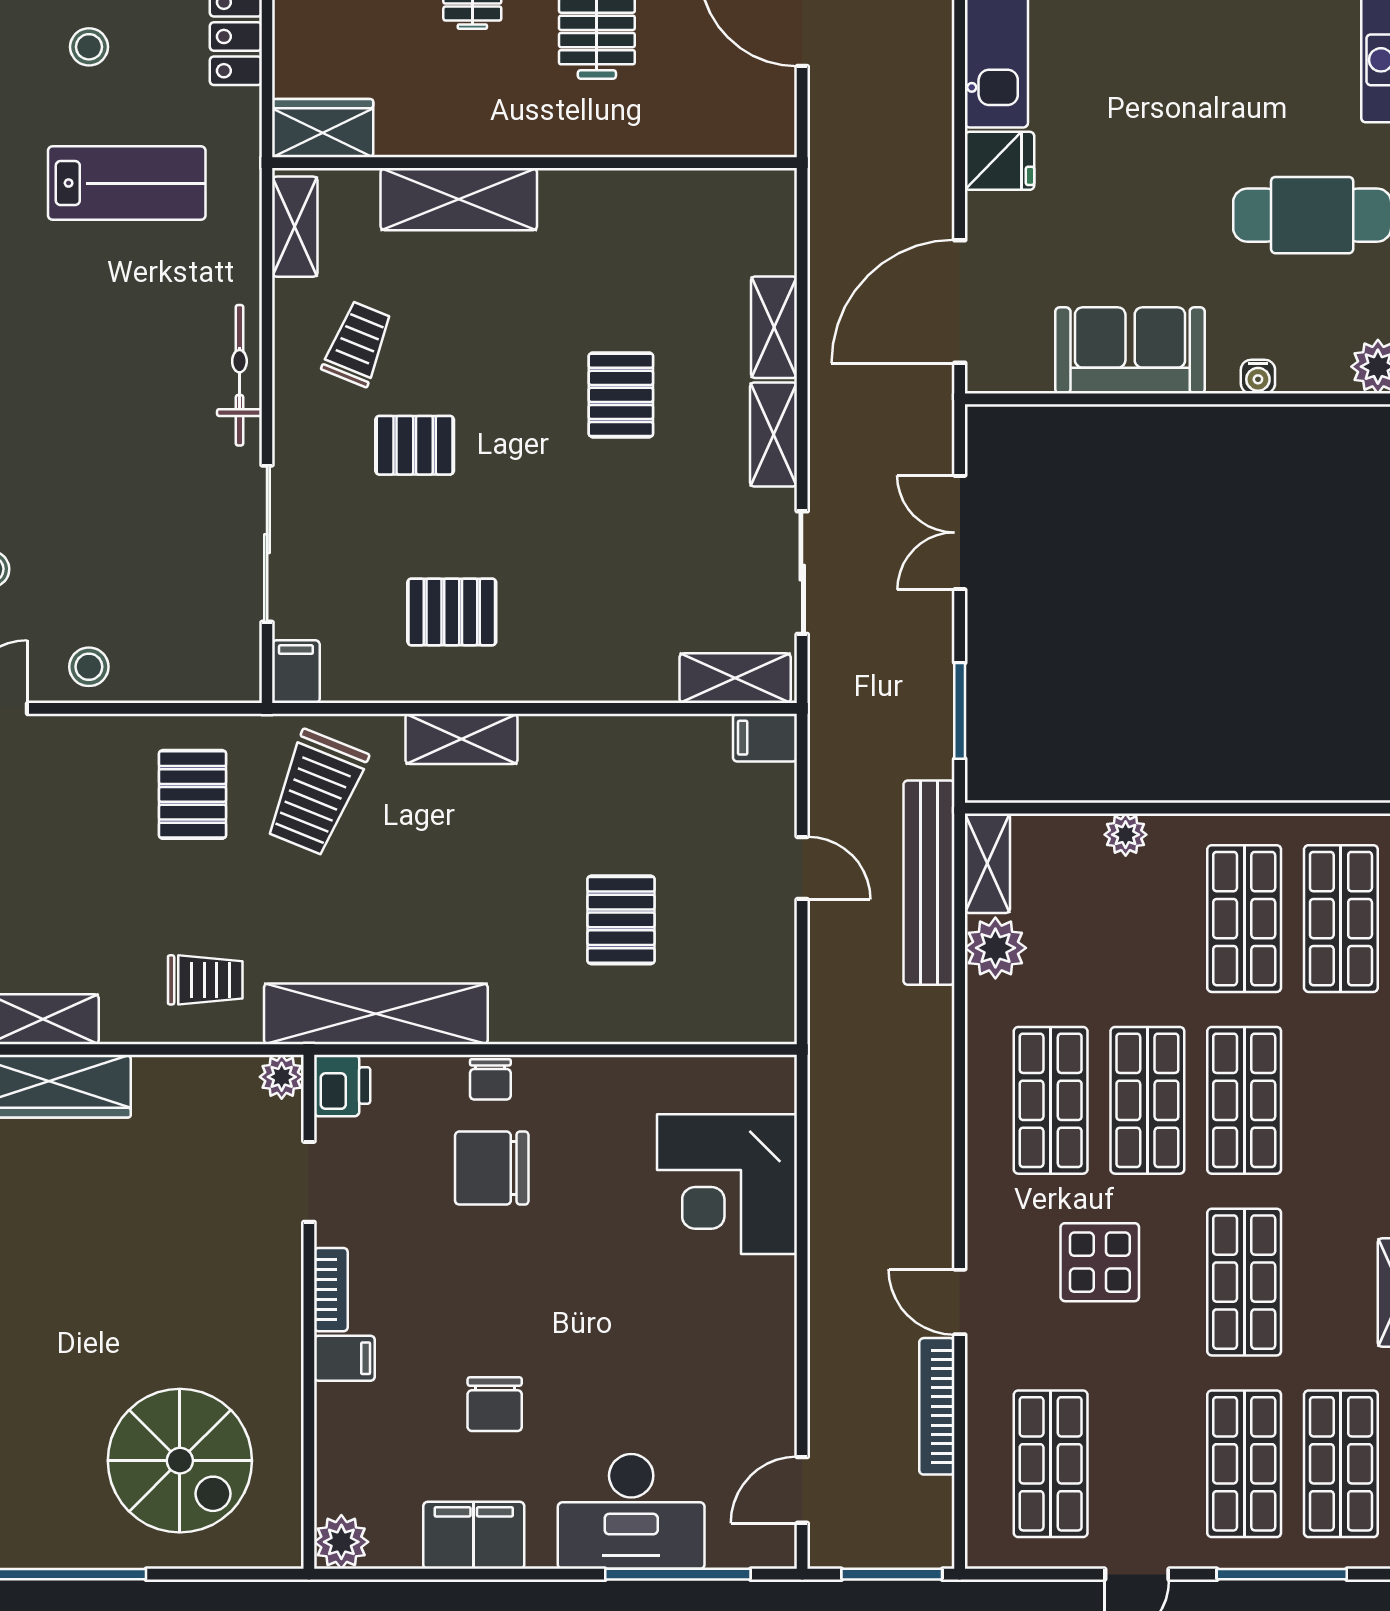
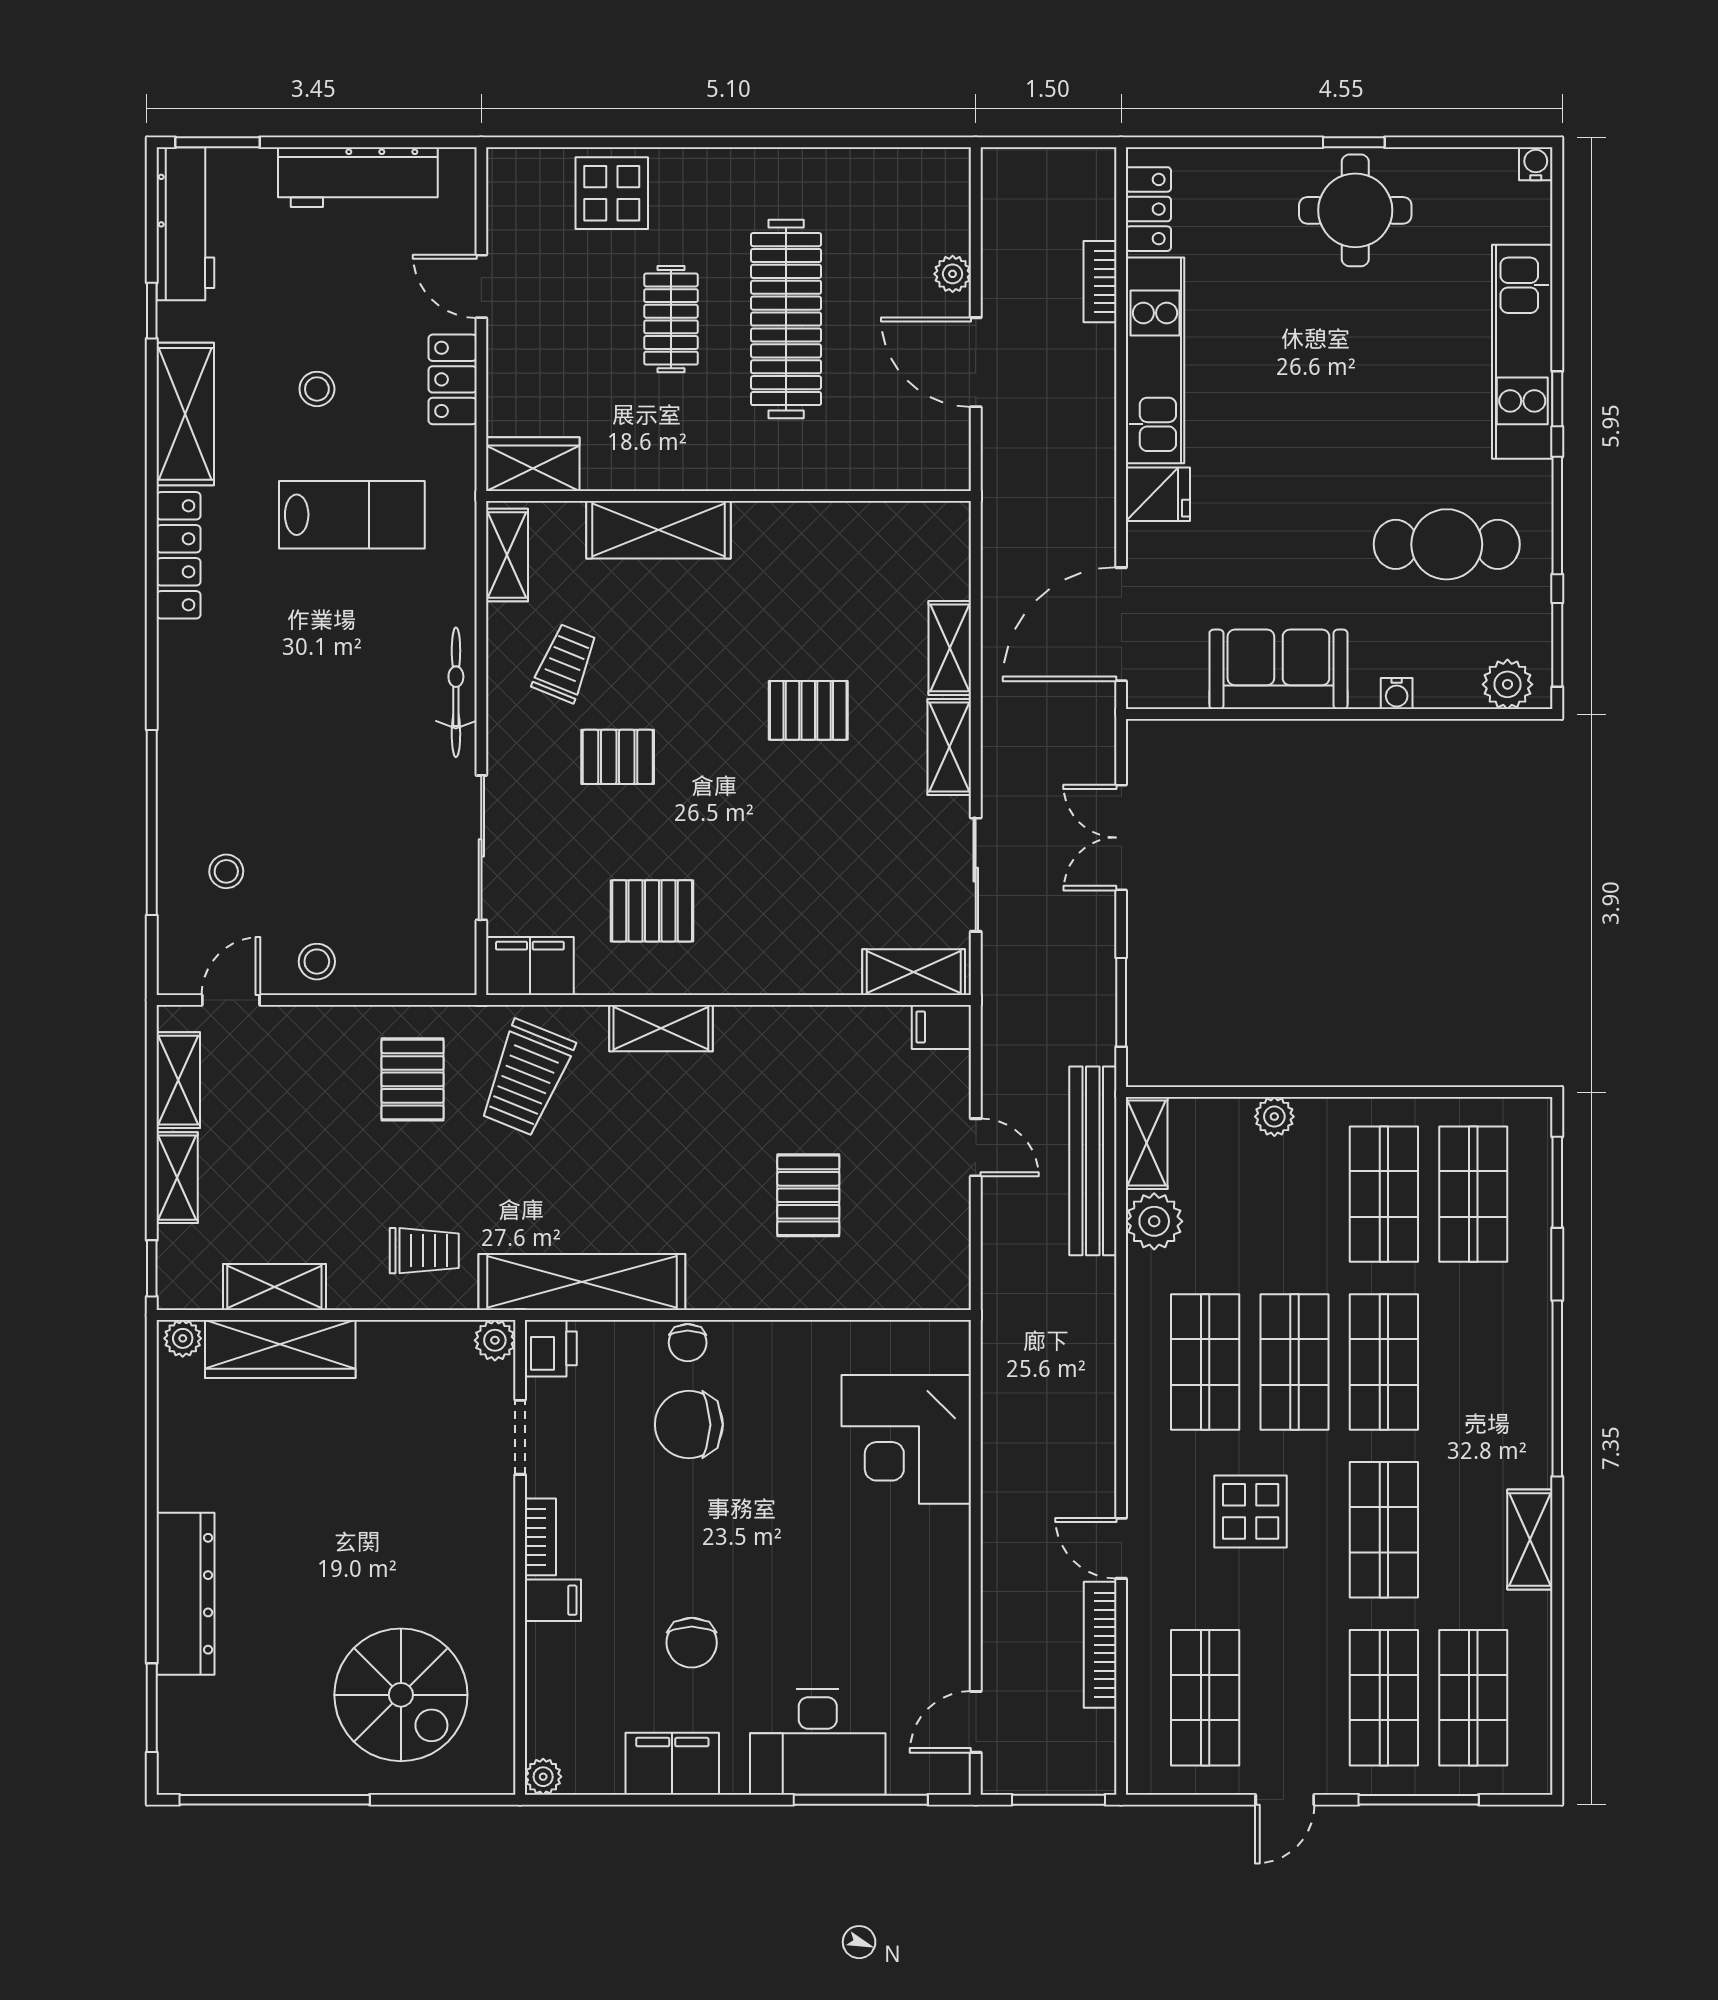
pallet: (621, 395) -> (808, 710), turned 90
filing cabinet: (296, 672) -> (530, 966), width x2.00
plant: (341, 1542) -> (543, 1777), width x0.73, depth x0.73

